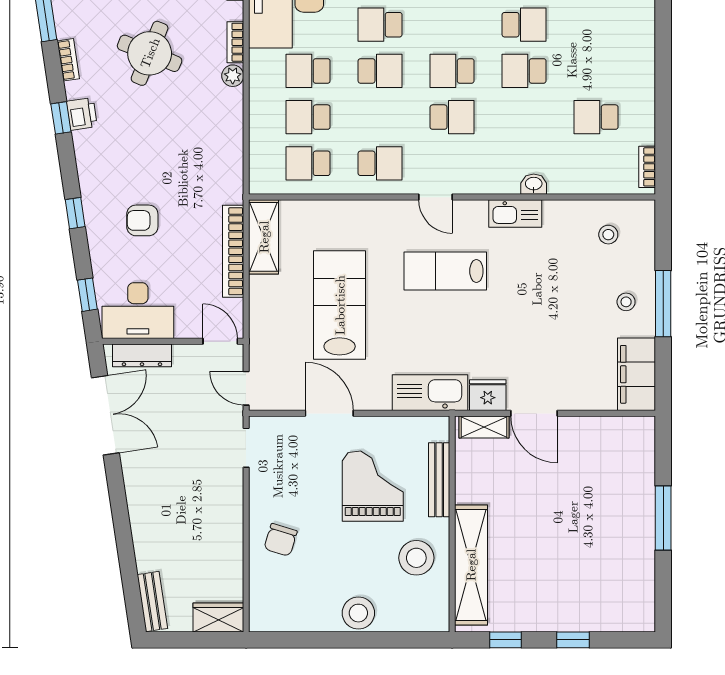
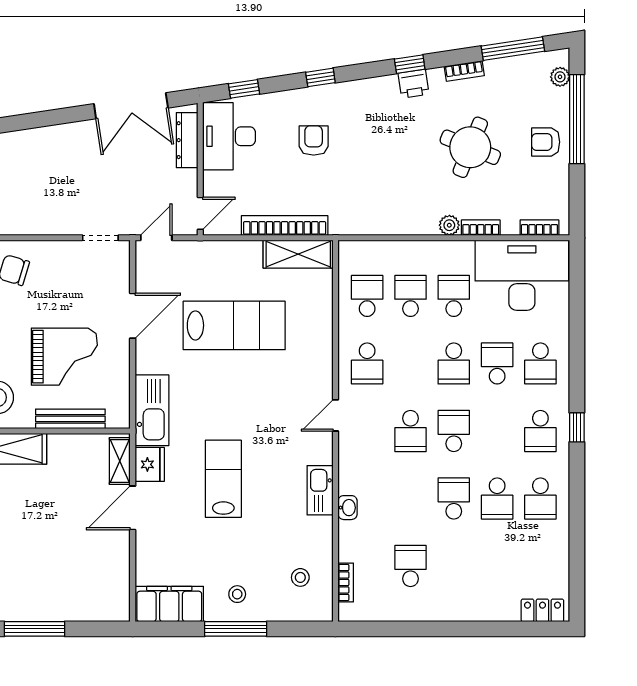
bookcase: (647, 167) -> (346, 582), moved, turned 90
lab bench: (445, 271) -> (223, 479), moved

